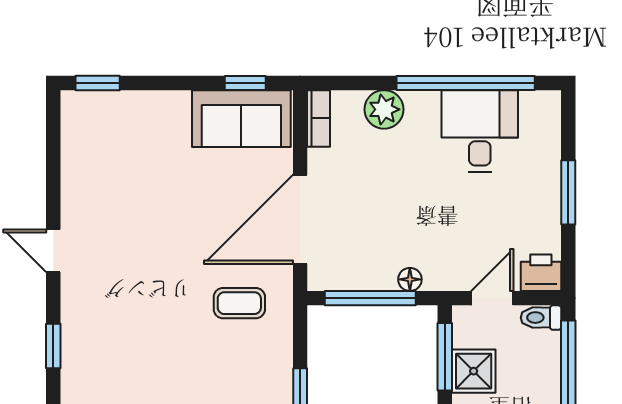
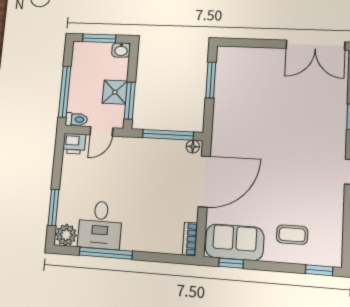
window: (466, 83) -> (106, 253), width x0.68
plant: (384, 109) -> (66, 235), moved
window: (568, 192) -> (54, 207), moved
floor lamp: (410, 279) -> (193, 147), moved
coffee table: (239, 303) -> (292, 235), moved

